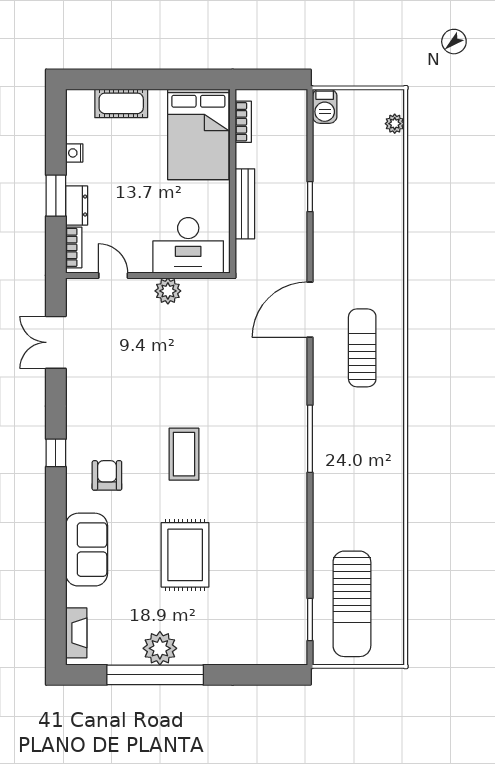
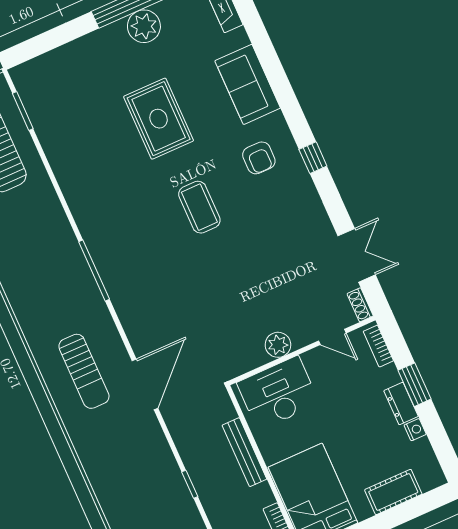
dresser: (77, 206) -> (401, 404), moved
shoe rack: (73, 294) -> (360, 305), added

